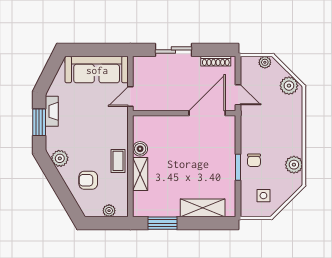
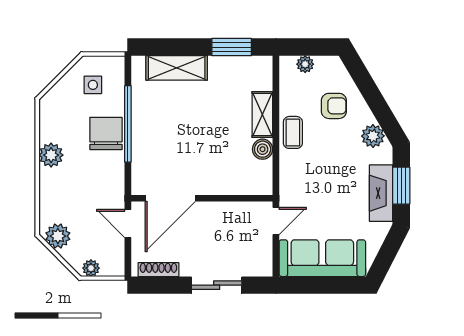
fireplace: (52, 111) -> (381, 193), width x1.37, depth x1.32
chair: (254, 160) -> (106, 133), width x1.87, depth x1.87
plant: (294, 165) -> (51, 155), moved
window: (238, 167) -> (128, 124), width x2.11

